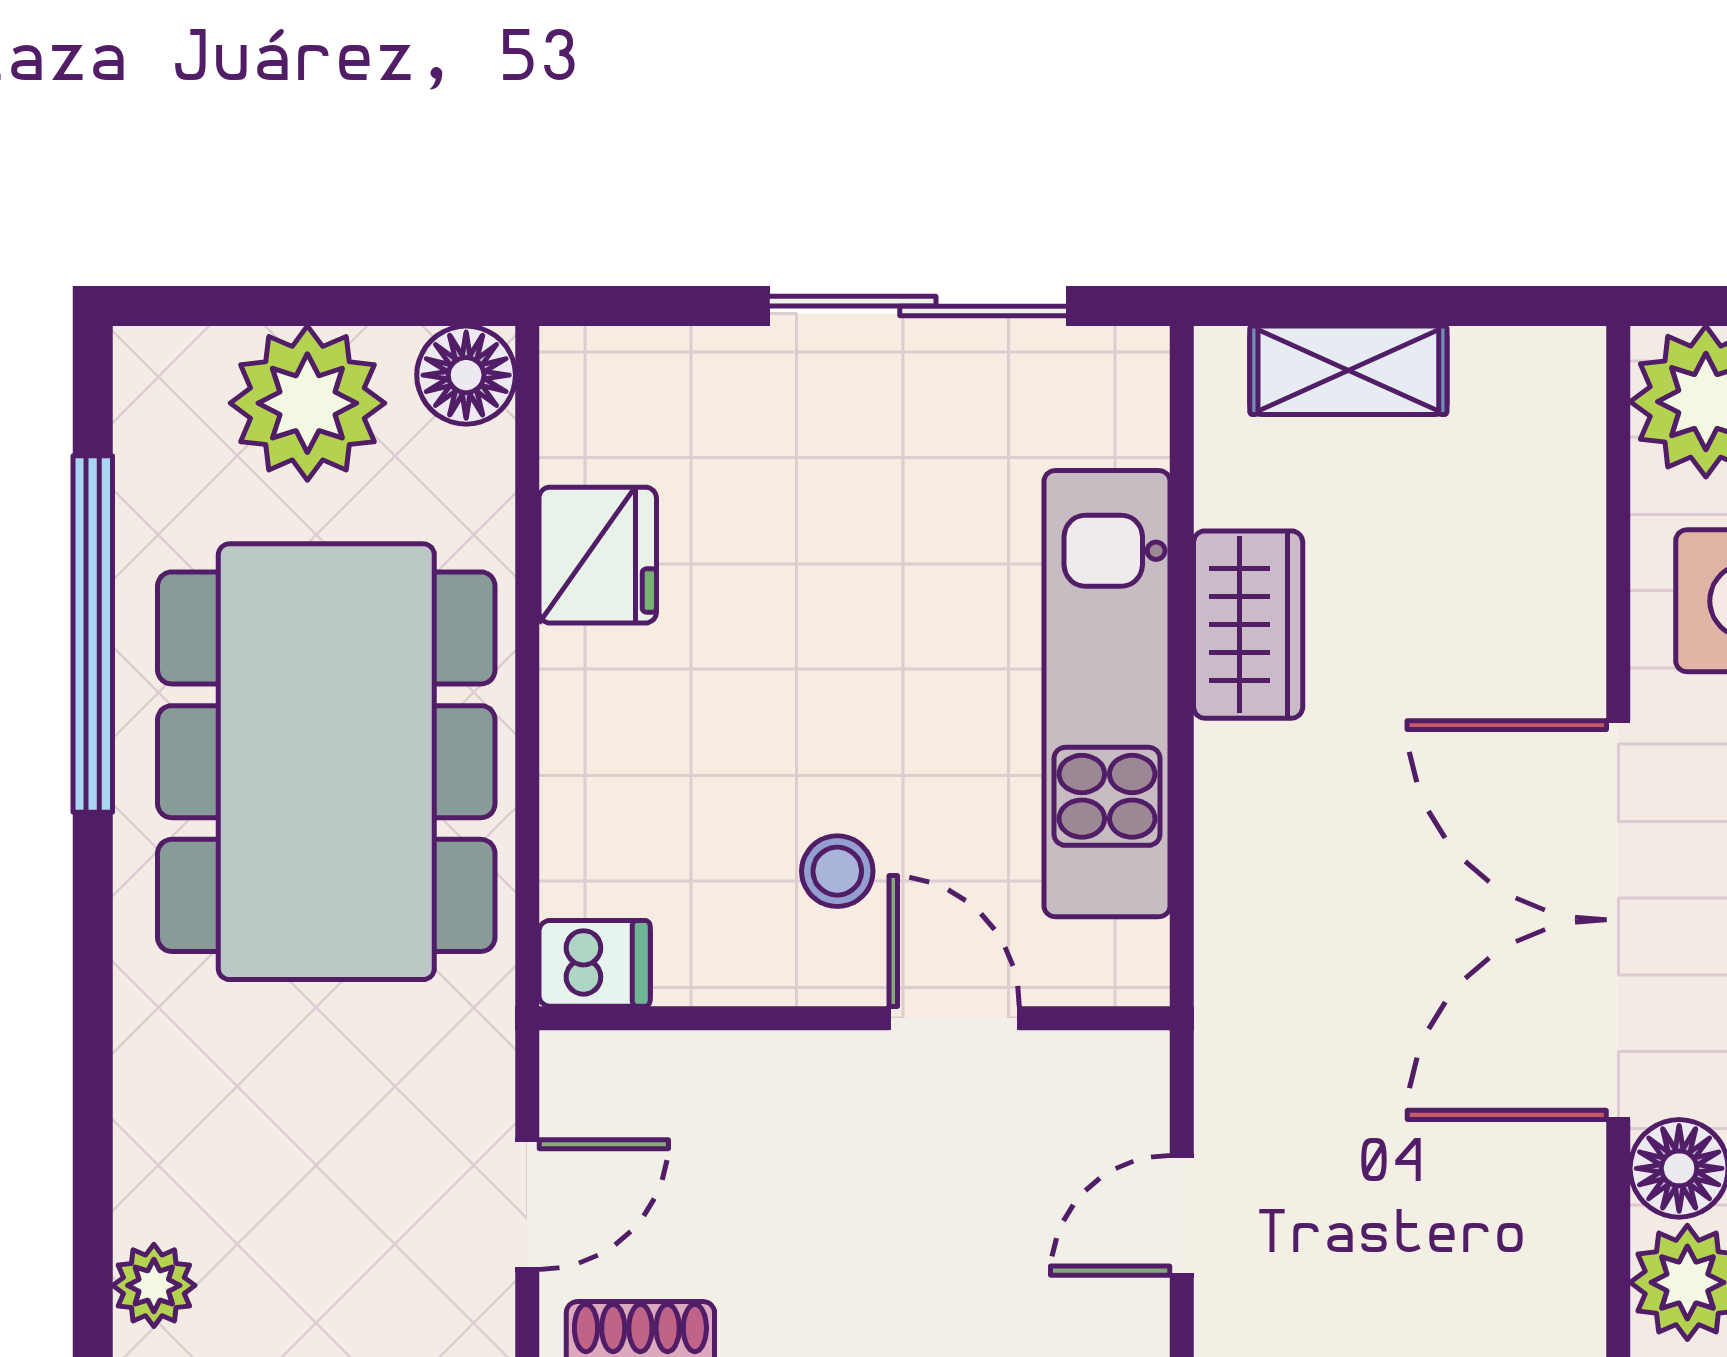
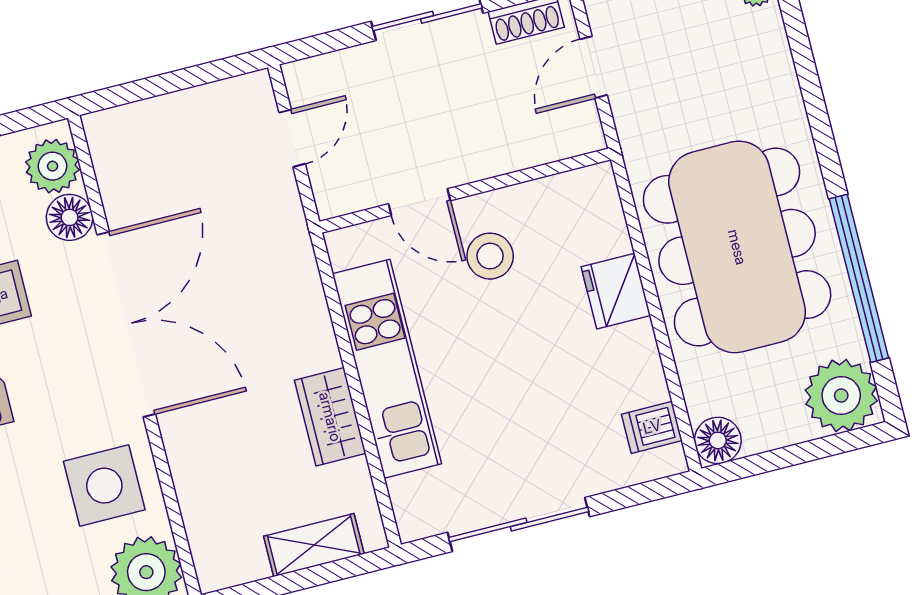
plant: (307, 403) -> (841, 396), moved
fridge: (598, 555) -> (616, 291), moved
stool: (837, 871) -> (490, 256), width x1.37, depth x1.37
dishwasher: (595, 963) -> (652, 427), moved

